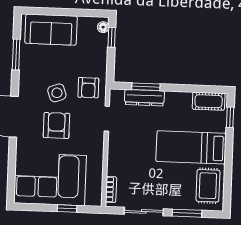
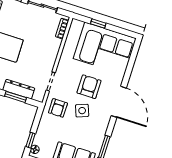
armchair: (88, 88) -> (58, 108), turned 180
armchair: (56, 125) -> (89, 87), turned 180

